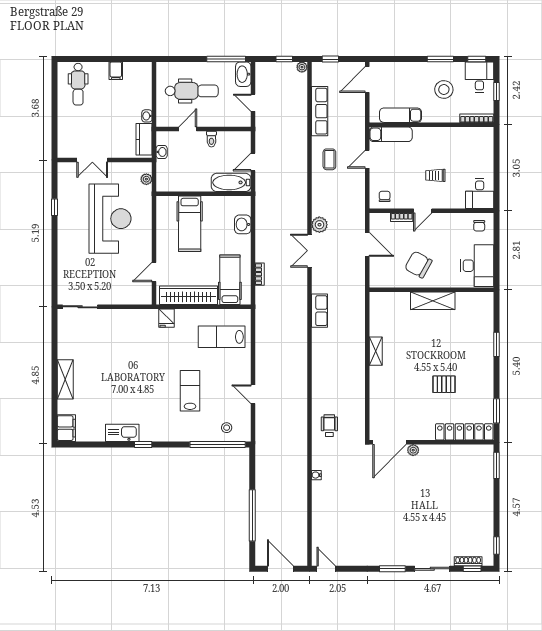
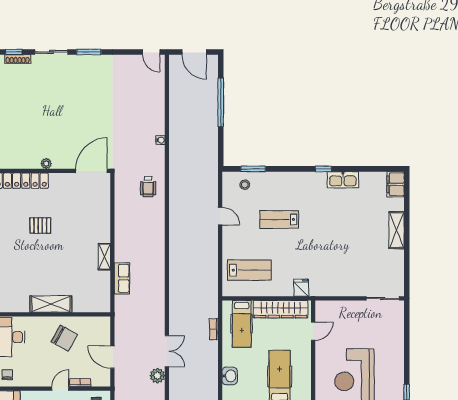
row of seats: (319, 311) -> (122, 278), moved, turned 180
lab bench: (190, 391) -> (279, 219), turned 90
window: (218, 444) -> (253, 169), width x0.47
plant: (413, 450) -> (46, 164), moved

